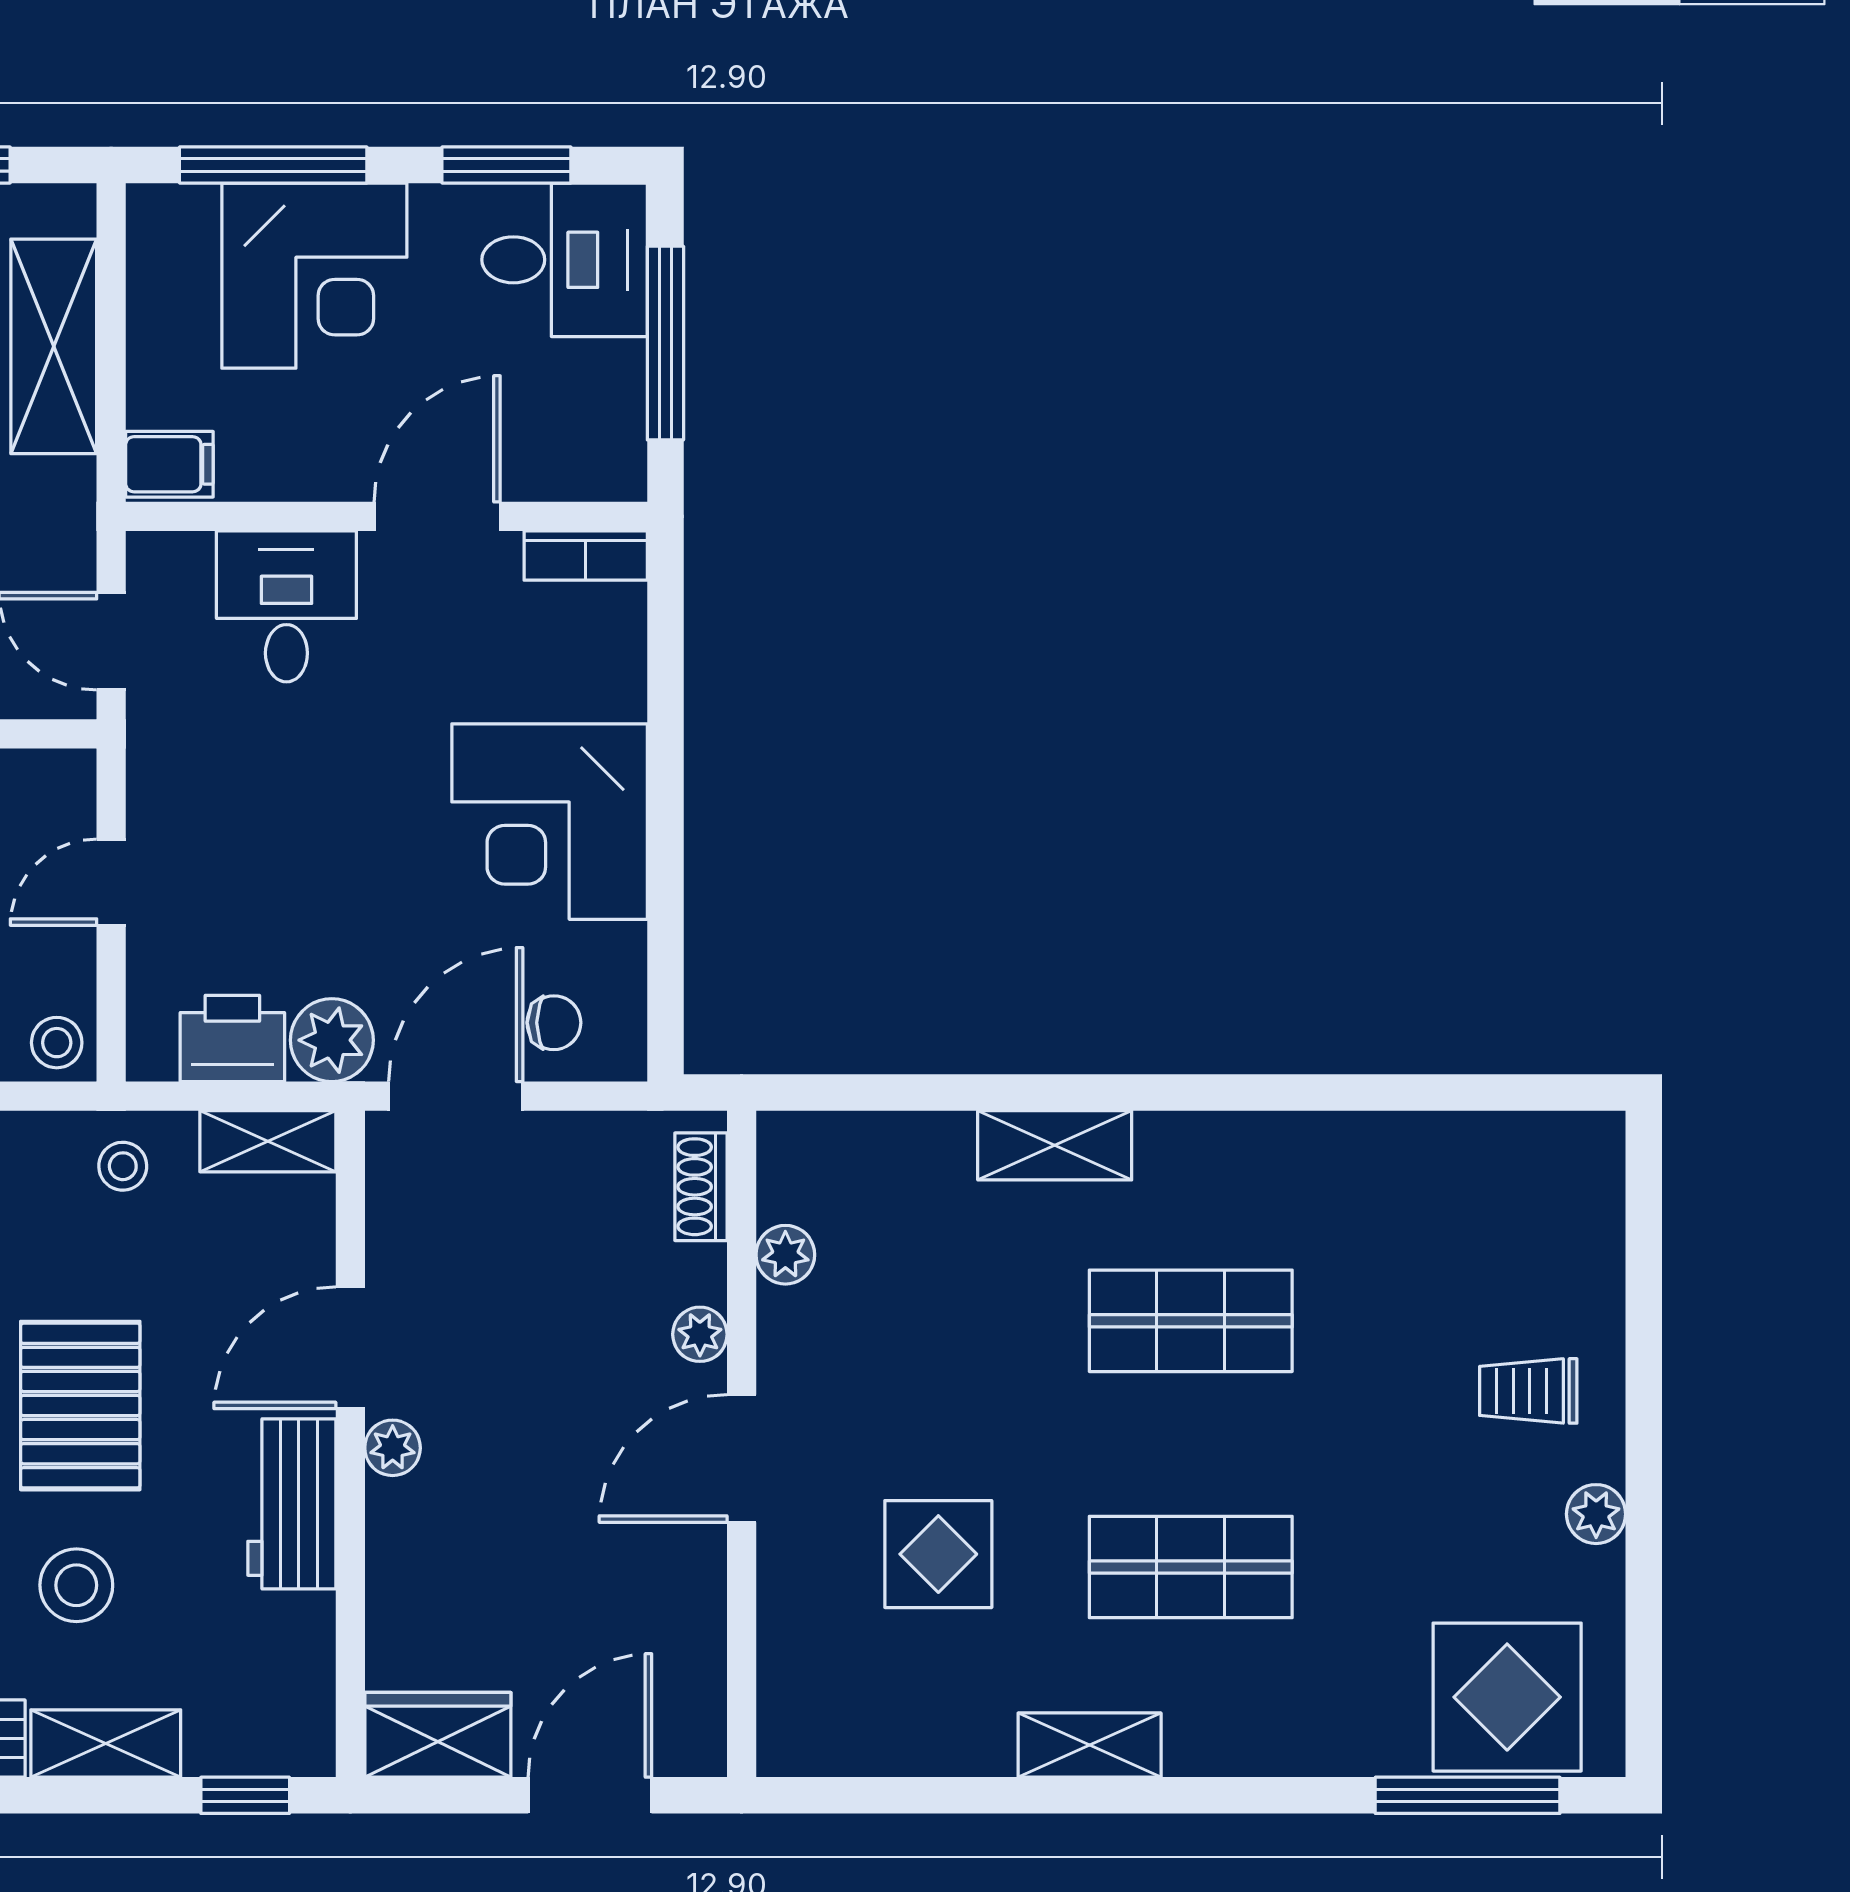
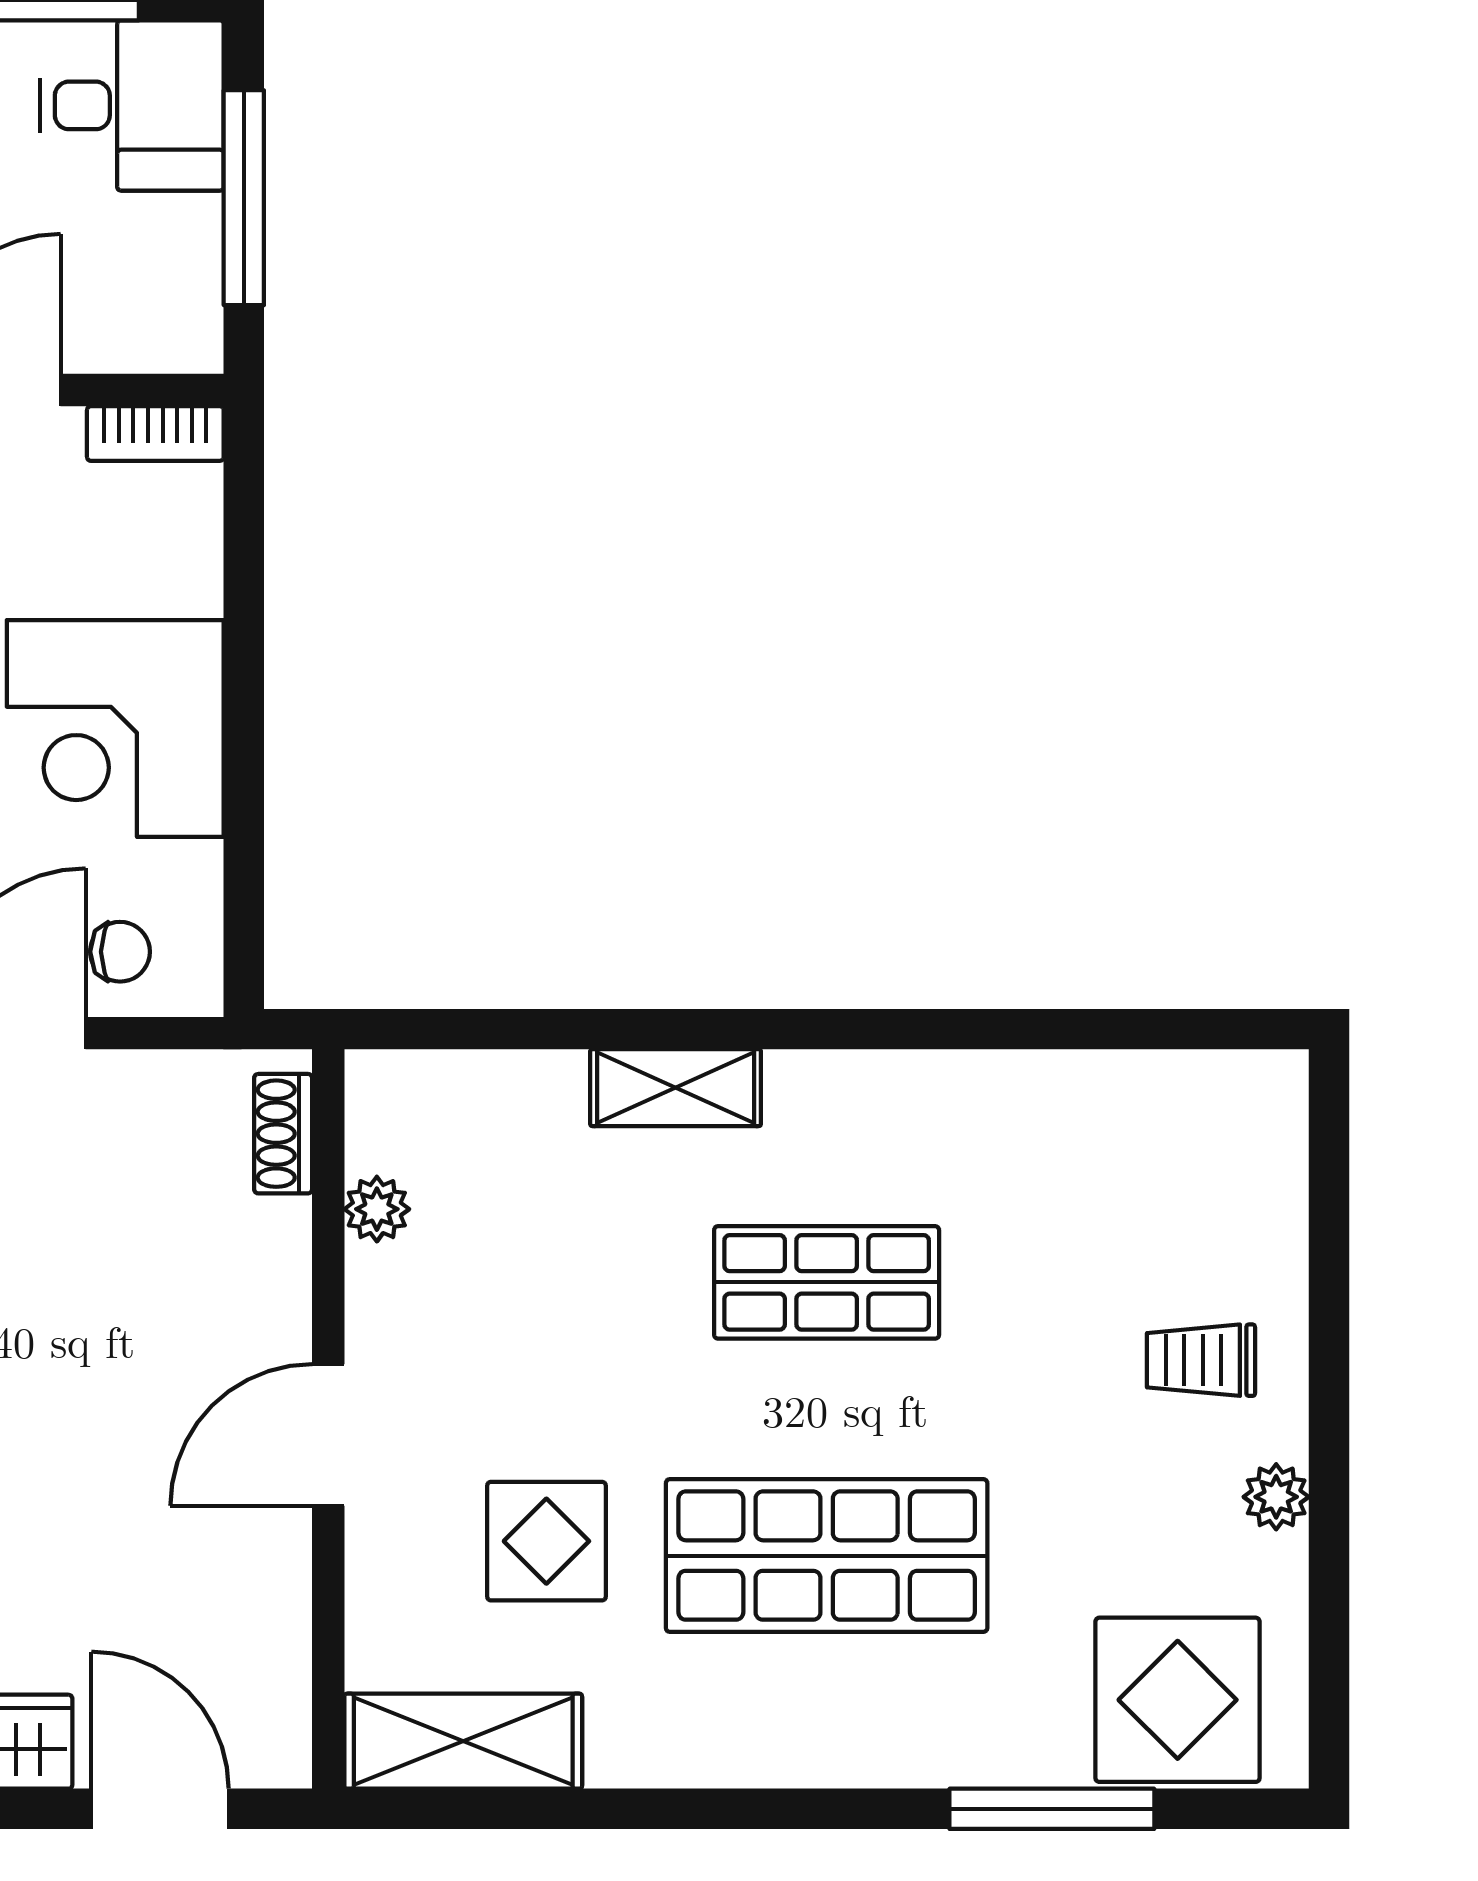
plant: (700, 1334) -> (282, 1297), removed
shop shelf: (1191, 1567) -> (827, 1556), width x1.43, depth x1.36
shelving: (1090, 1745) -> (463, 1741), moved, width x1.50, depth x1.33
door: (590, 1795) -> (160, 1809), hinge flipped
window: (1468, 1795) -> (1052, 1809), moved

